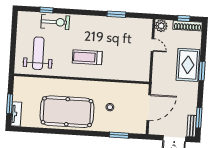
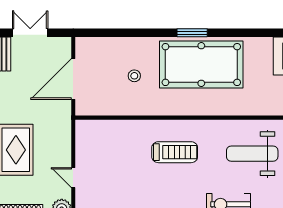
weight bench: (38, 53) -> (252, 154), turned 90
window: (119, 135) -> (192, 33), moved

